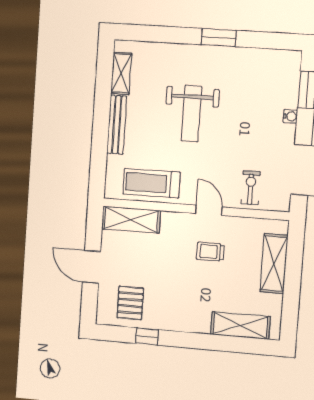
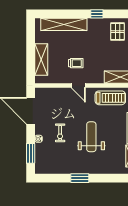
exercise bike: (251, 188) -> (60, 133), moved
shelving: (240, 325) -> (64, 24), width x1.47
window: (147, 336) -> (97, 14), moved

